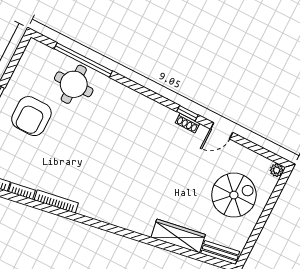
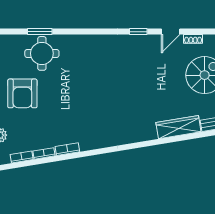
window: (83, 60) -> (40, 32), width x0.47
shoe rack: (188, 123) -> (193, 39), moved
bookcase: (56, 202) -> (67, 149), width x0.64

